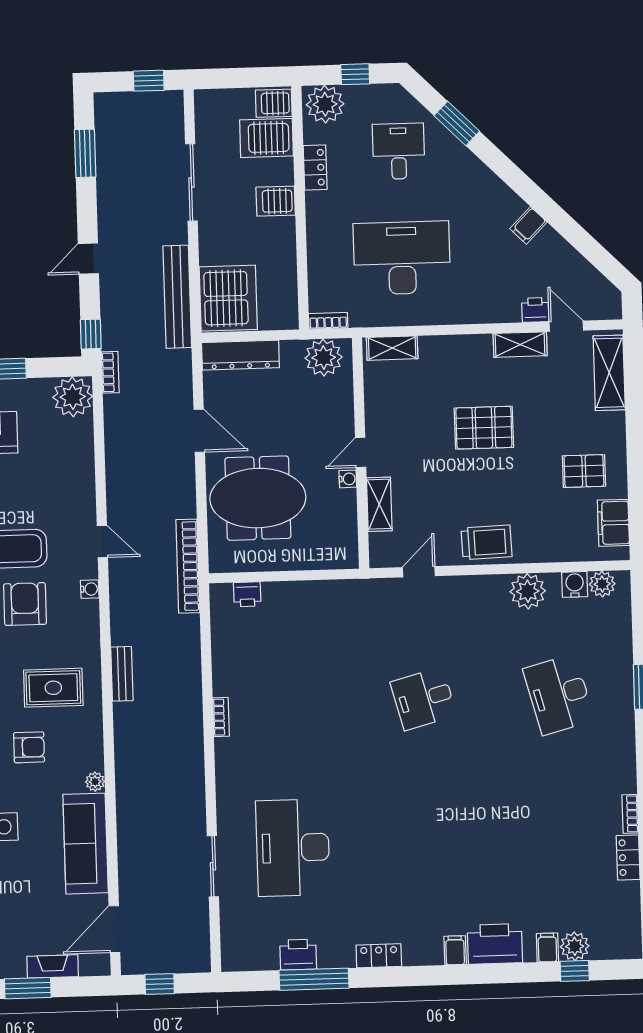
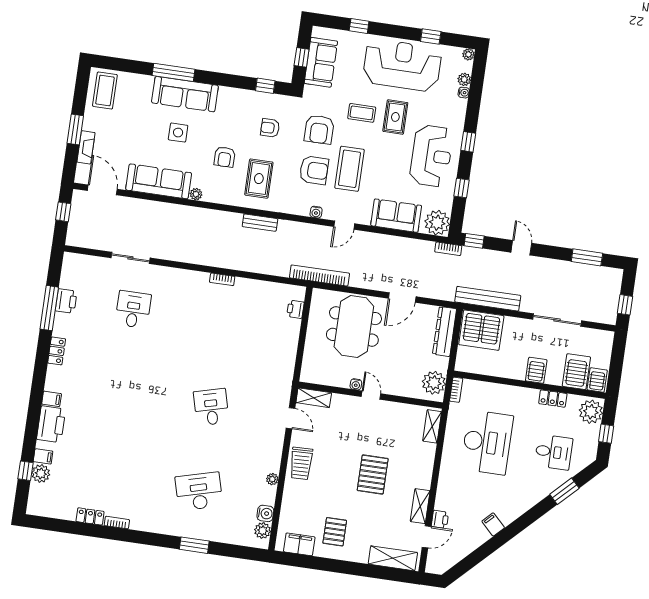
sofa: (73, 463) -> (396, 216), added
shelving: (379, 504) -> (314, 398), moved
plant: (528, 591) -> (272, 479), width x0.53, depth x0.53
desk: (293, 848) -> (133, 310), width x0.53, depth x0.77

